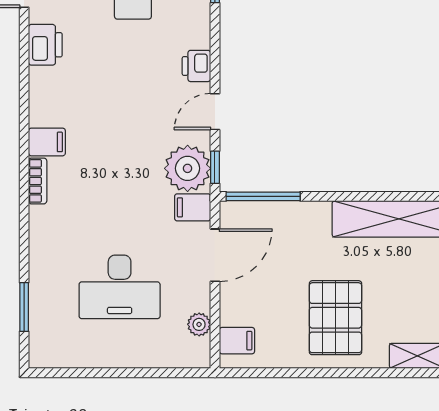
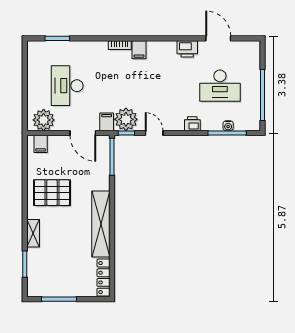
printer: (196, 66) -> (192, 124), moved
plant: (199, 324) -> (44, 120), width x1.88, depth x1.88

